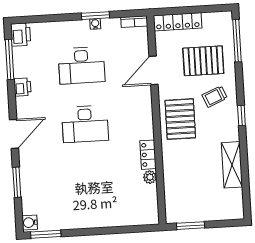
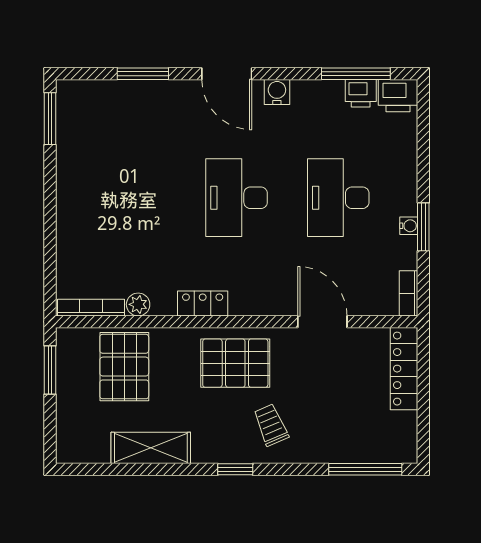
pallet: (203, 61) -> (124, 367), moved
printer: (22, 87) -> (361, 93), moved
locker: (148, 155) -> (203, 303), moved
bookcase: (153, 204) -> (91, 308), added
water cooler: (30, 223) -> (277, 92), moved

